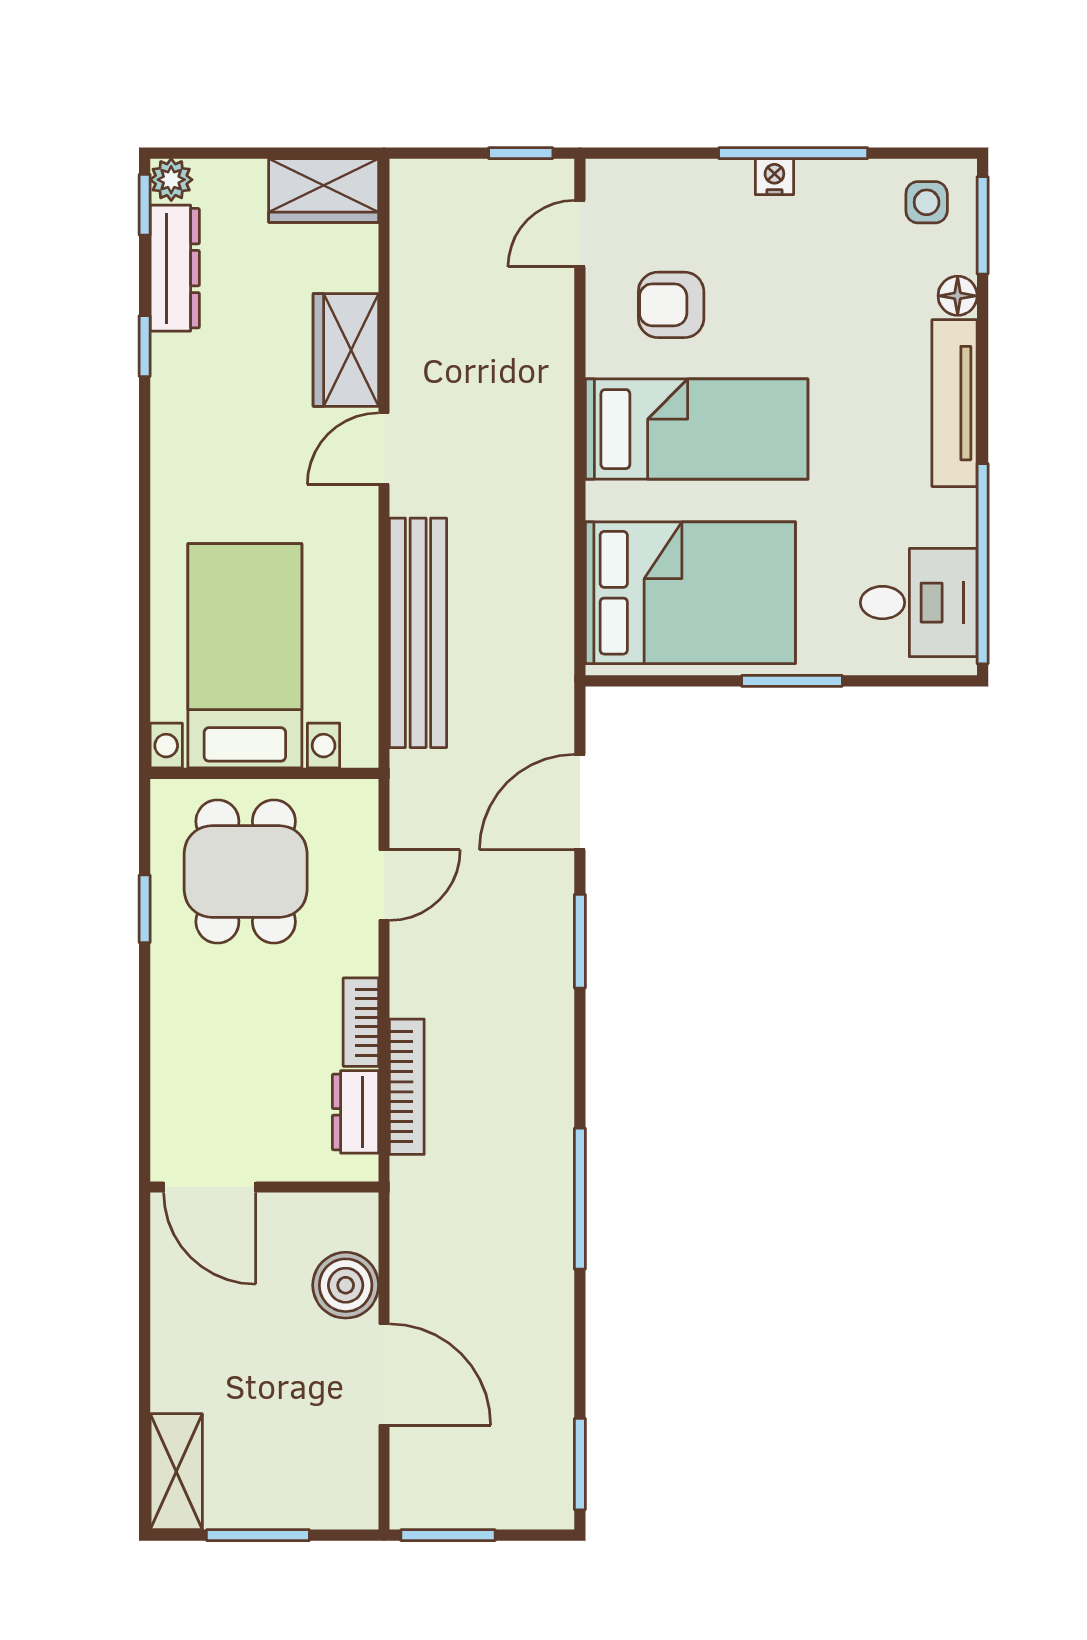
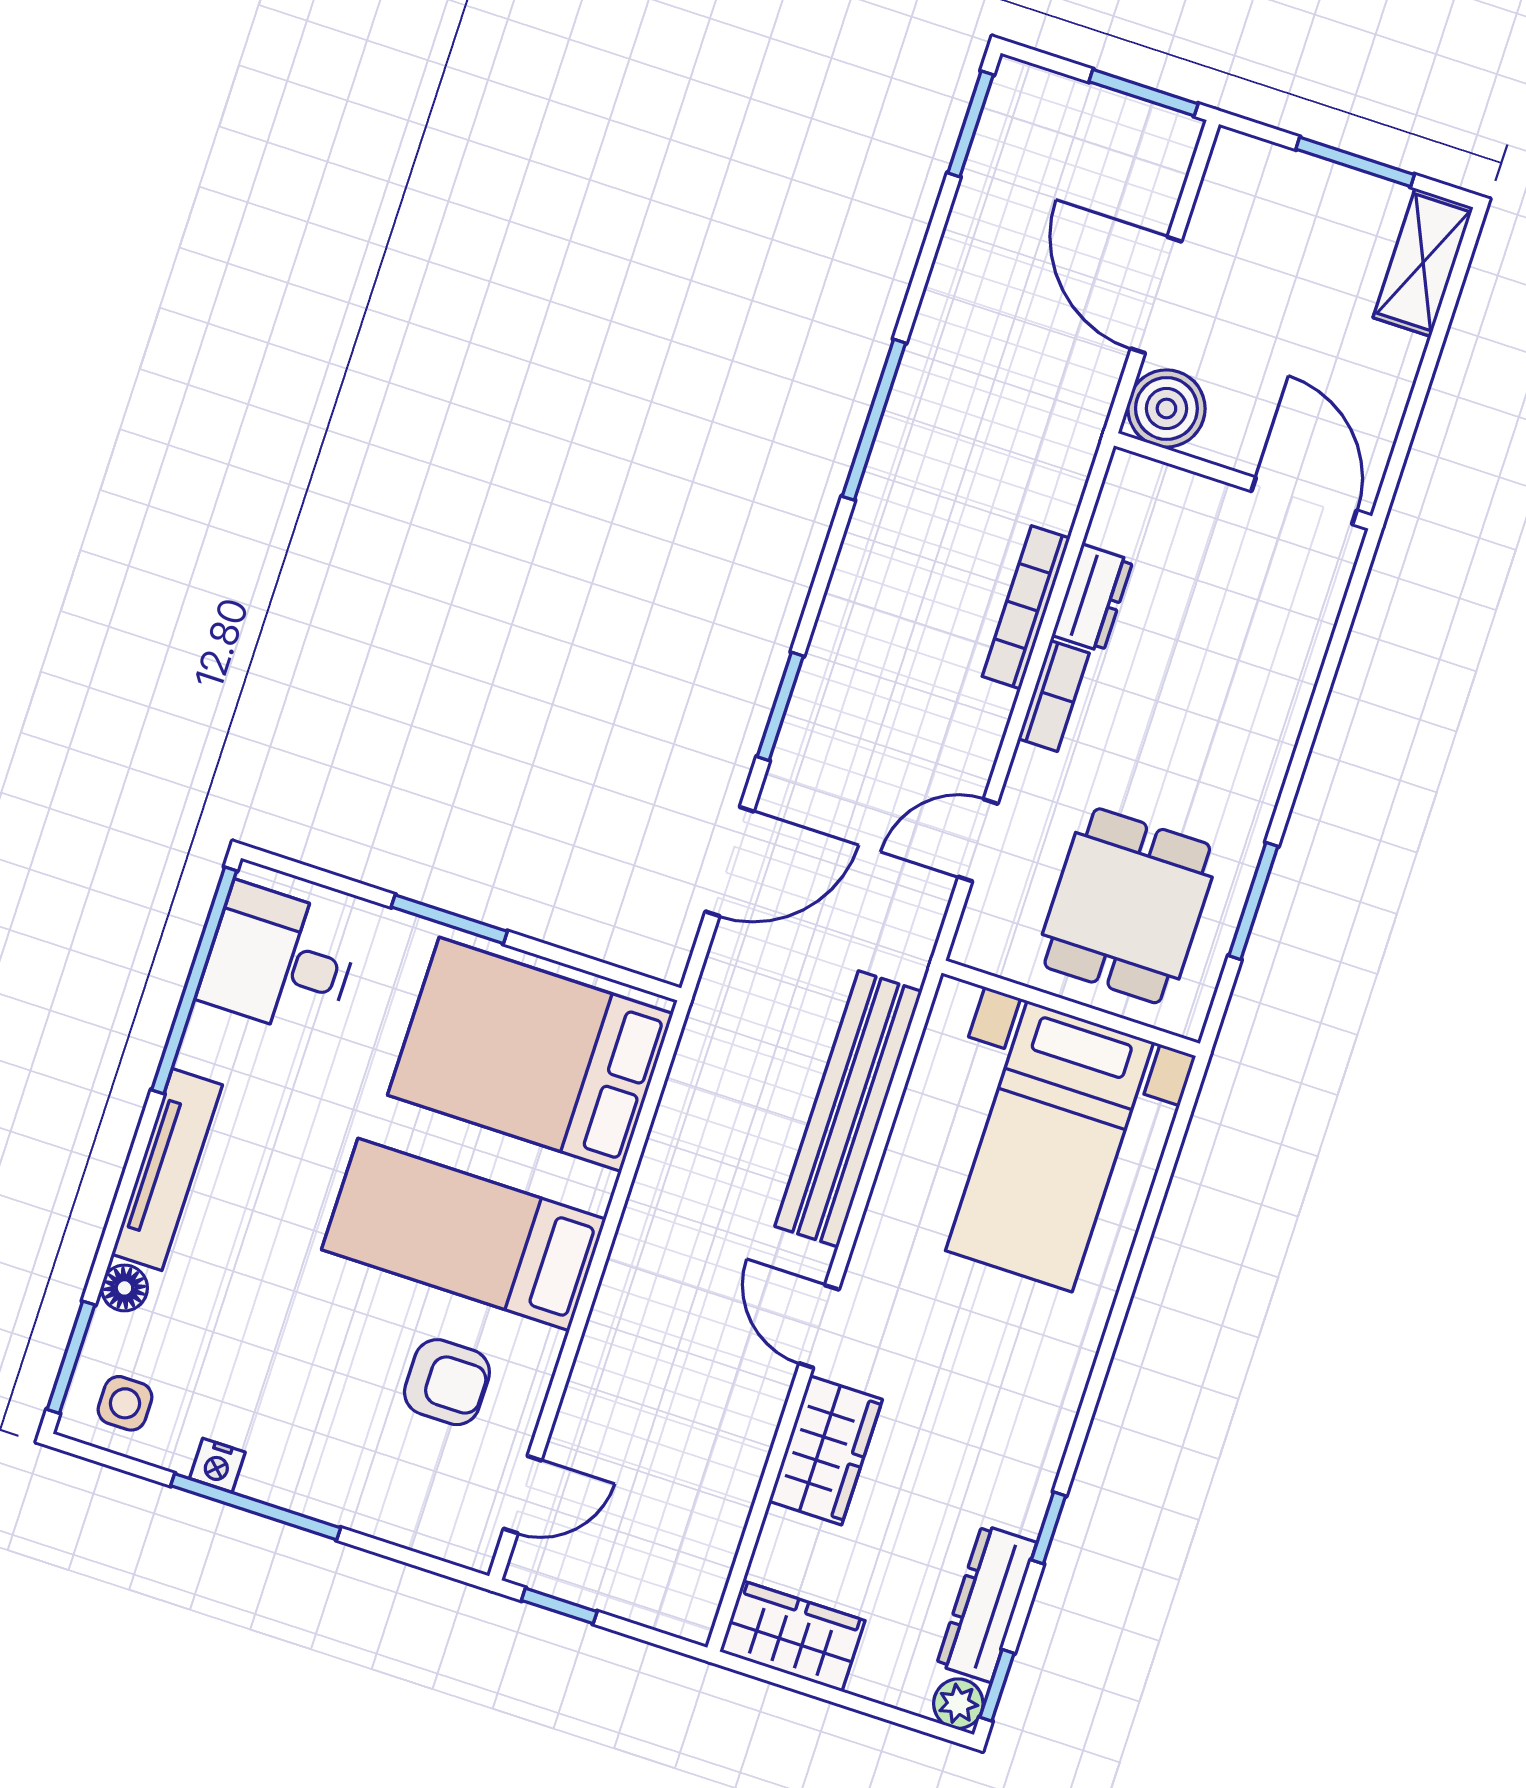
nightstand: (774, 177) -> (217, 1465), moved
door: (384, 449) -> (819, 1326), swing flipped
window: (145, 909) -> (1253, 901), width x1.50
door: (210, 1187) -> (1304, 501), moved
wall: (264, 1187) -> (1243, 481), moved

